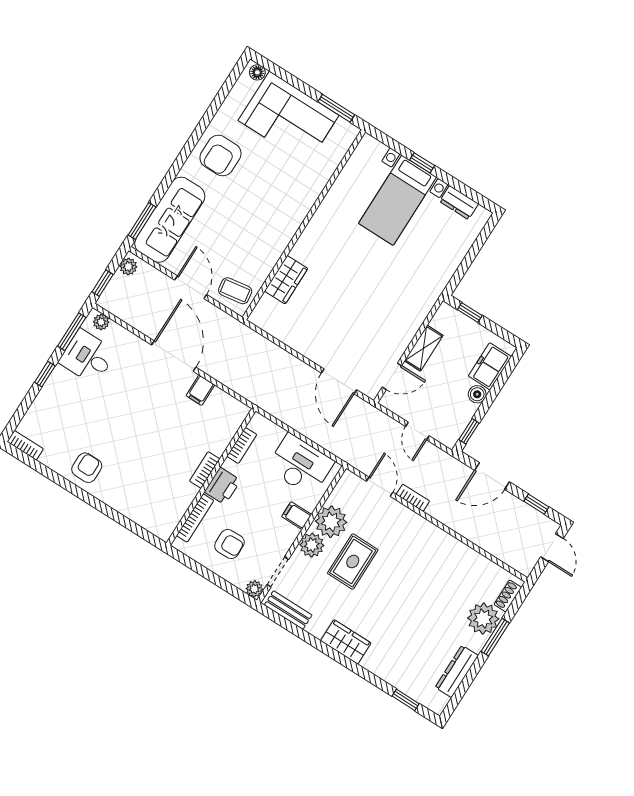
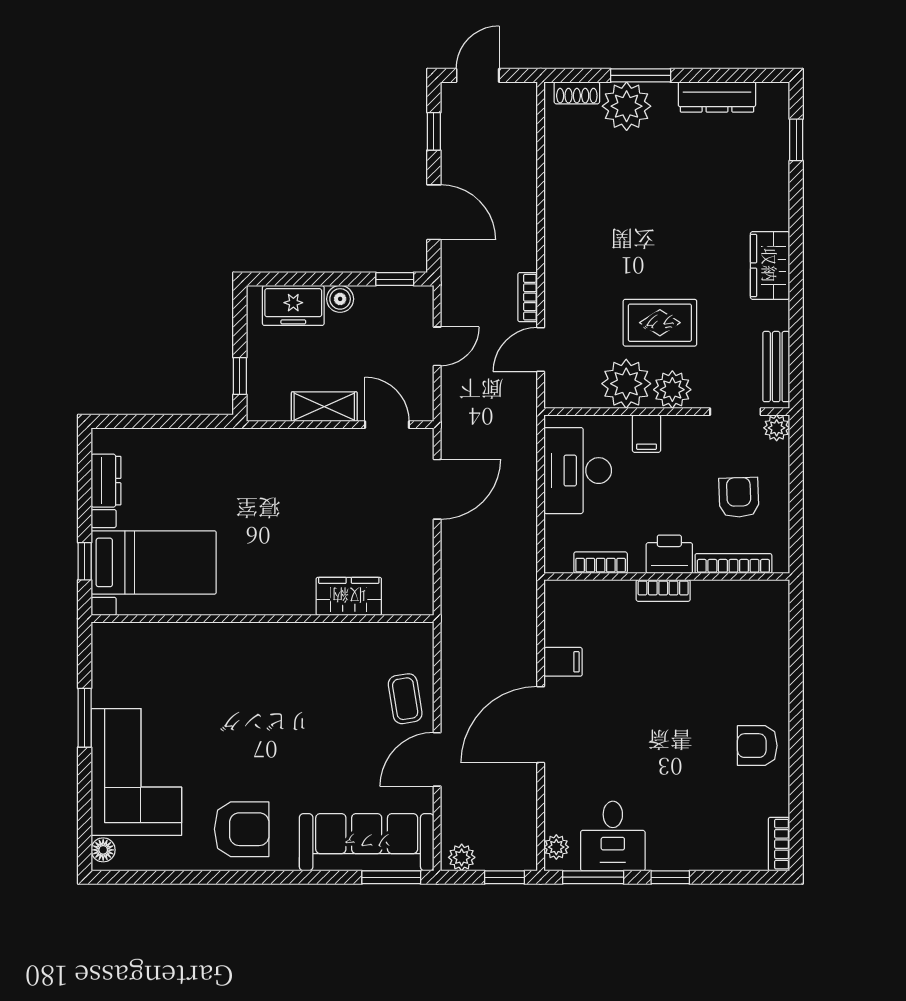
wall: (304, 225) -> (263, 619), moved
wardrobe: (286, 280) -> (349, 596), moved

